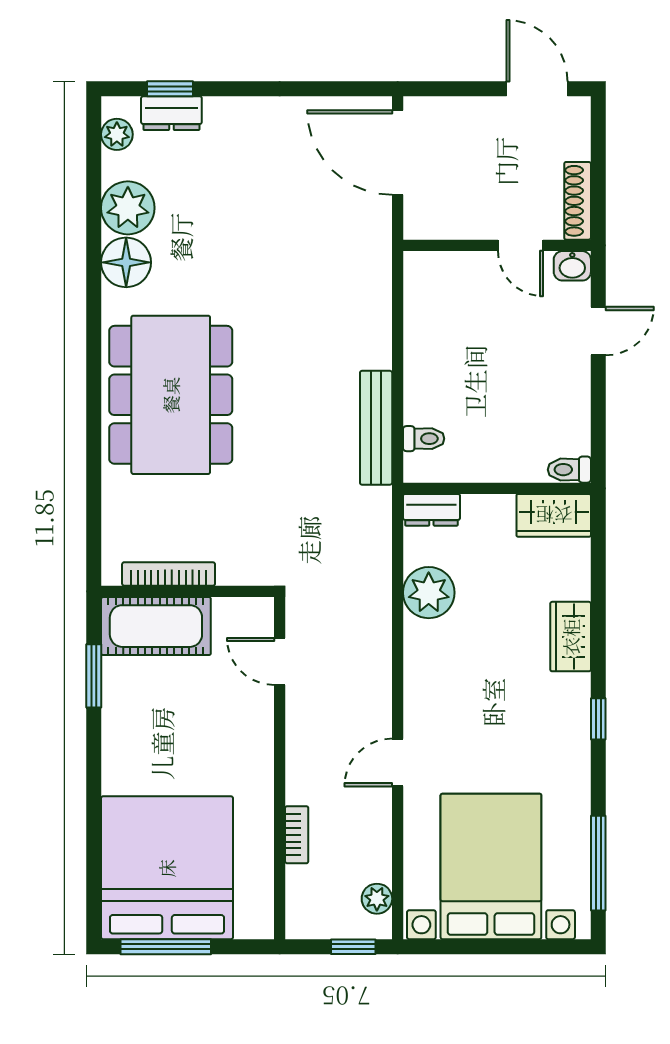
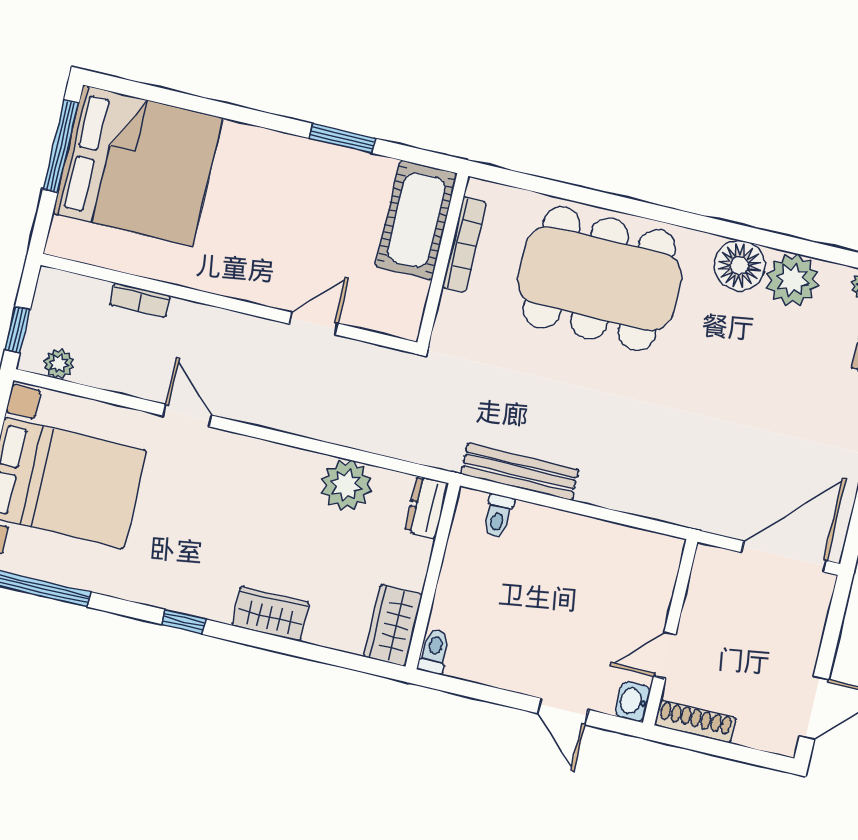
bookcase: (169, 574) -> (464, 244), moved
wall: (188, 591) -> (443, 259), moved
cot: (156, 626) -> (416, 220), moved

